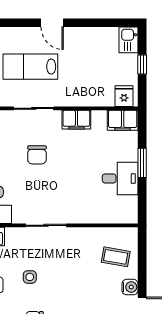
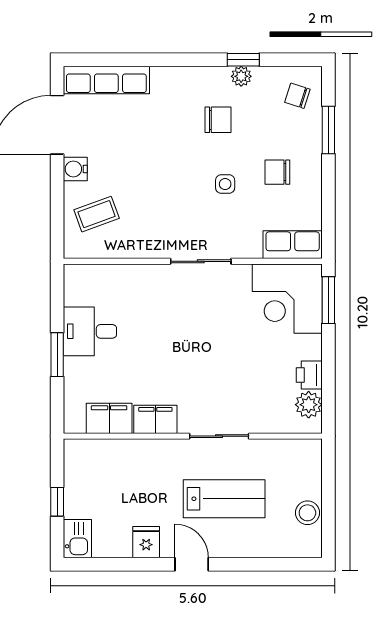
fridge: (124, 96) -> (146, 542), moved, turned 180
filing cabinet: (123, 120) -> (109, 418), moved
chair: (37, 155) -> (214, 367), removed
coffee table: (116, 257) -> (97, 214), turned -30

